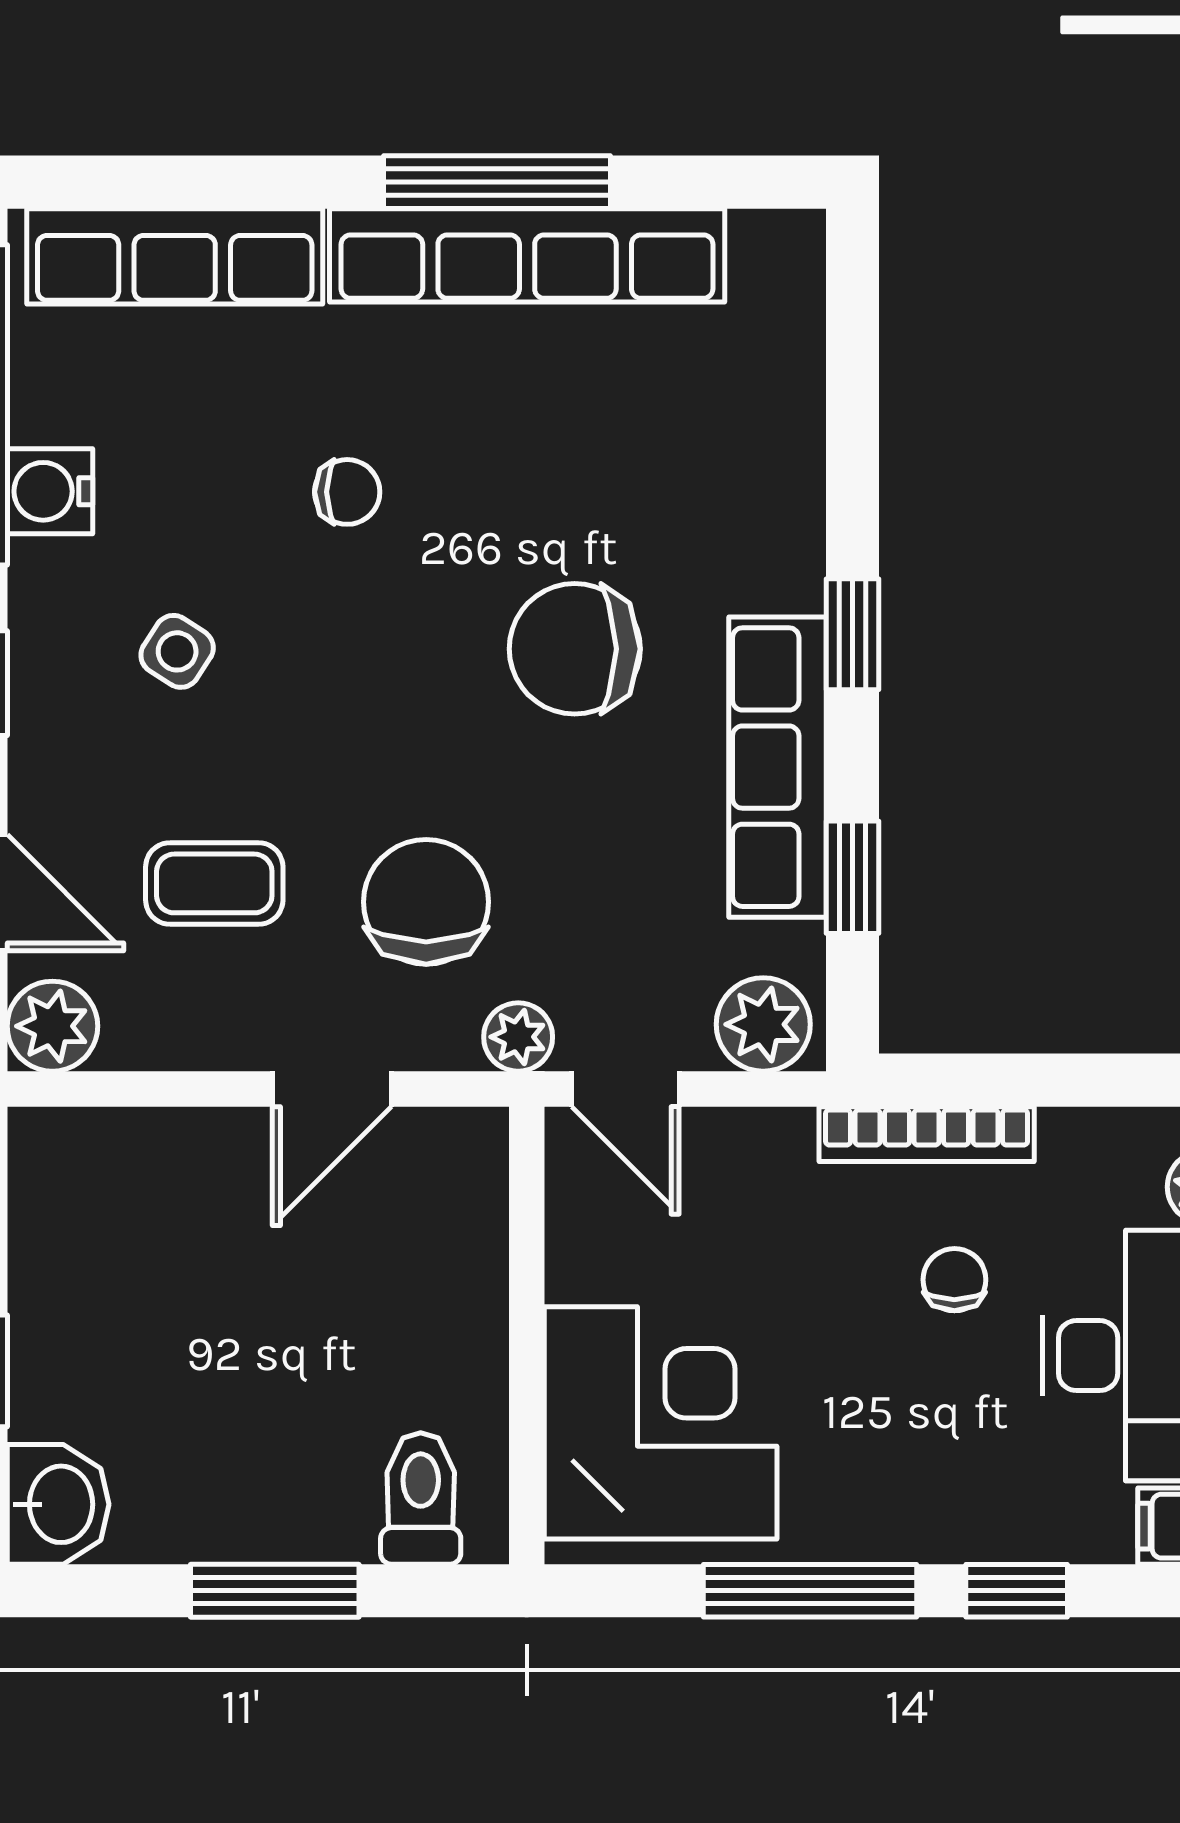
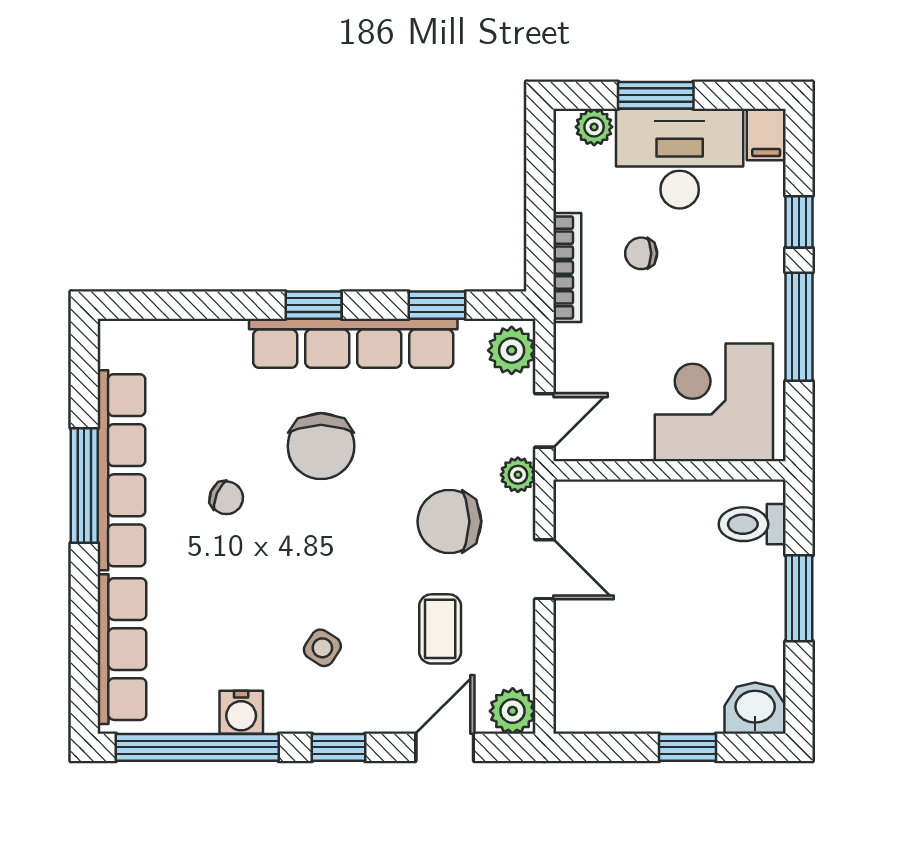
chair: (347, 492) -> (226, 498), moved, turned 113
row of seats: (777, 767) -> (353, 343), width x1.36

